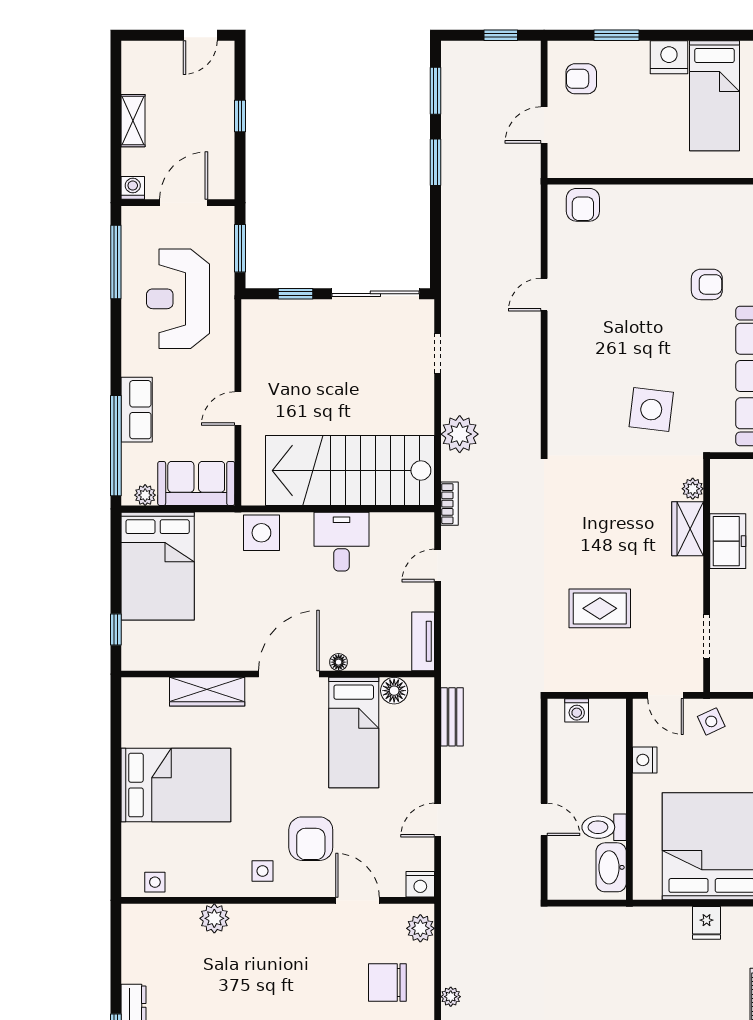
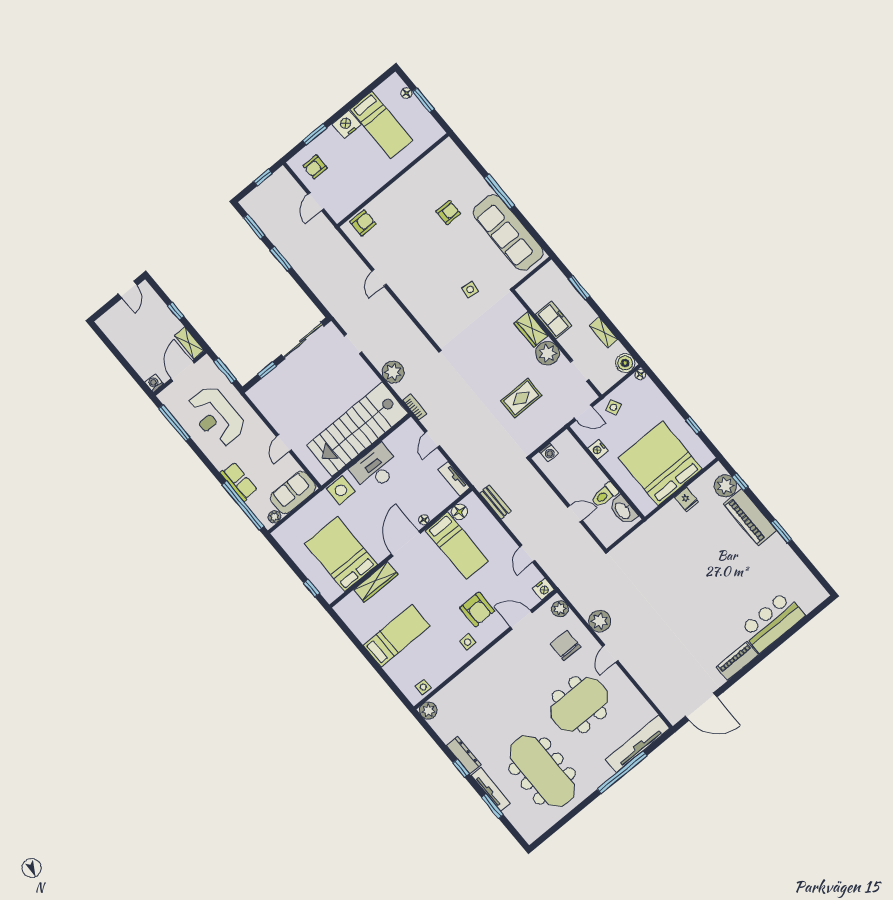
shelving: (133, 121) -> (189, 343), moved
armchair: (583, 205) -> (363, 223), turned -90
side table: (651, 410) -> (470, 289), width x0.54, depth x0.54
plant: (693, 489) -> (547, 353), moved, width x1.87, depth x1.87
desk: (341, 542) -> (376, 468), width x1.37
bed: (158, 566) -> (341, 554), moved, turned 180
bed: (176, 785) -> (397, 636), width x0.67
plant: (214, 918) -> (428, 711), moved
chair: (387, 983) -> (565, 645), turned 90
plant: (451, 997) -> (600, 621), width x1.87, depth x1.87

